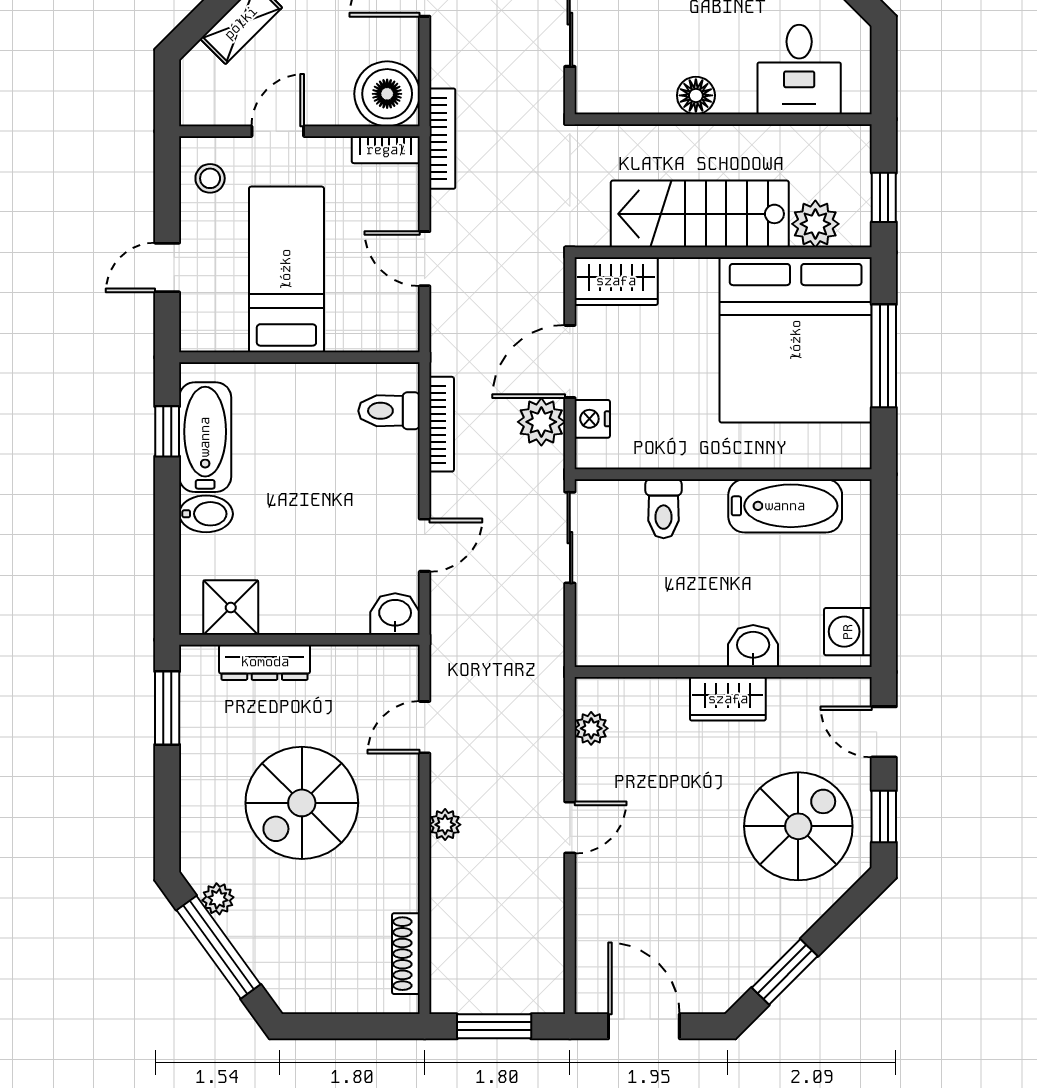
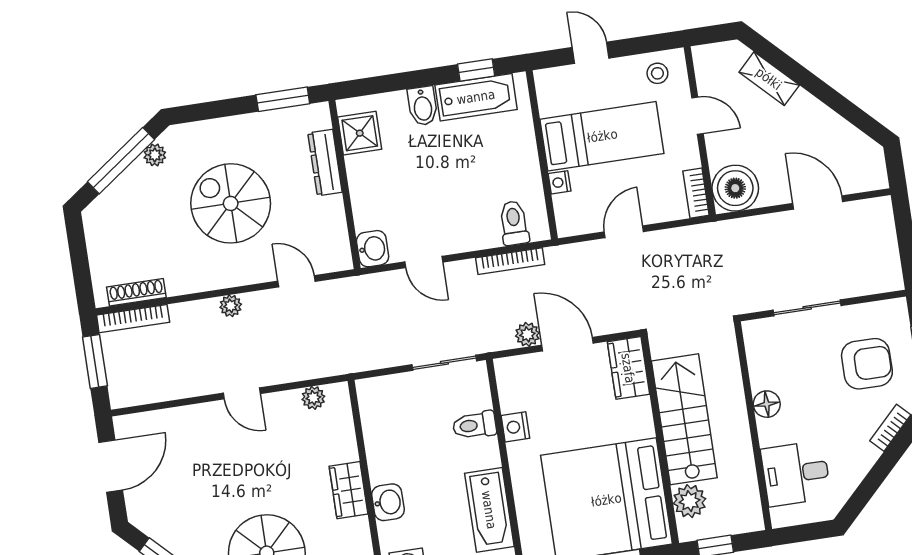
bookcase: (442, 139) -> (133, 319), moved
nightstand: (342, 338) -> (559, 182), added
nightstand: (592, 419) -> (515, 427), moved, turned -90
plant: (541, 422) -> (527, 334), width x0.73, depth x0.73

